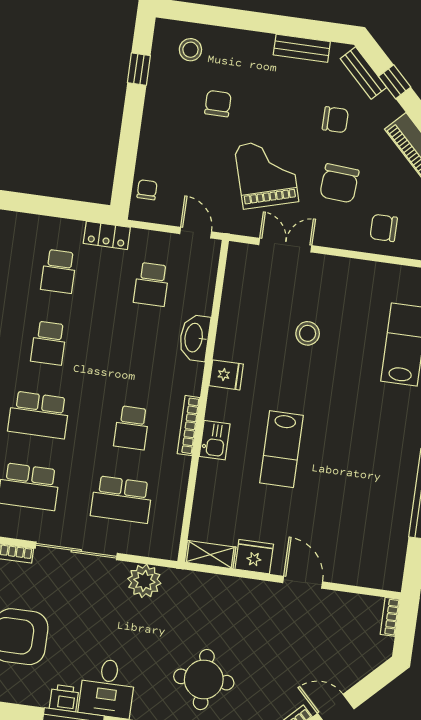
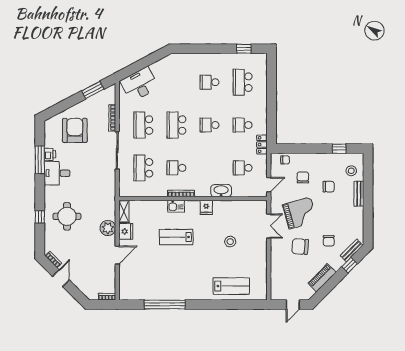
bench: (302, 48) -> (359, 194), moved
chair: (384, 228) -> (303, 177), moved
plant: (144, 581) -> (108, 228), moved

